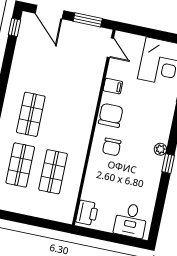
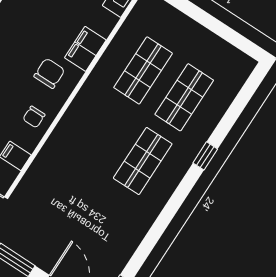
chair: (111, 115) -> (34, 117), width x0.54, depth x0.54
filing cabinet: (95, 171) -> (85, 49), added

